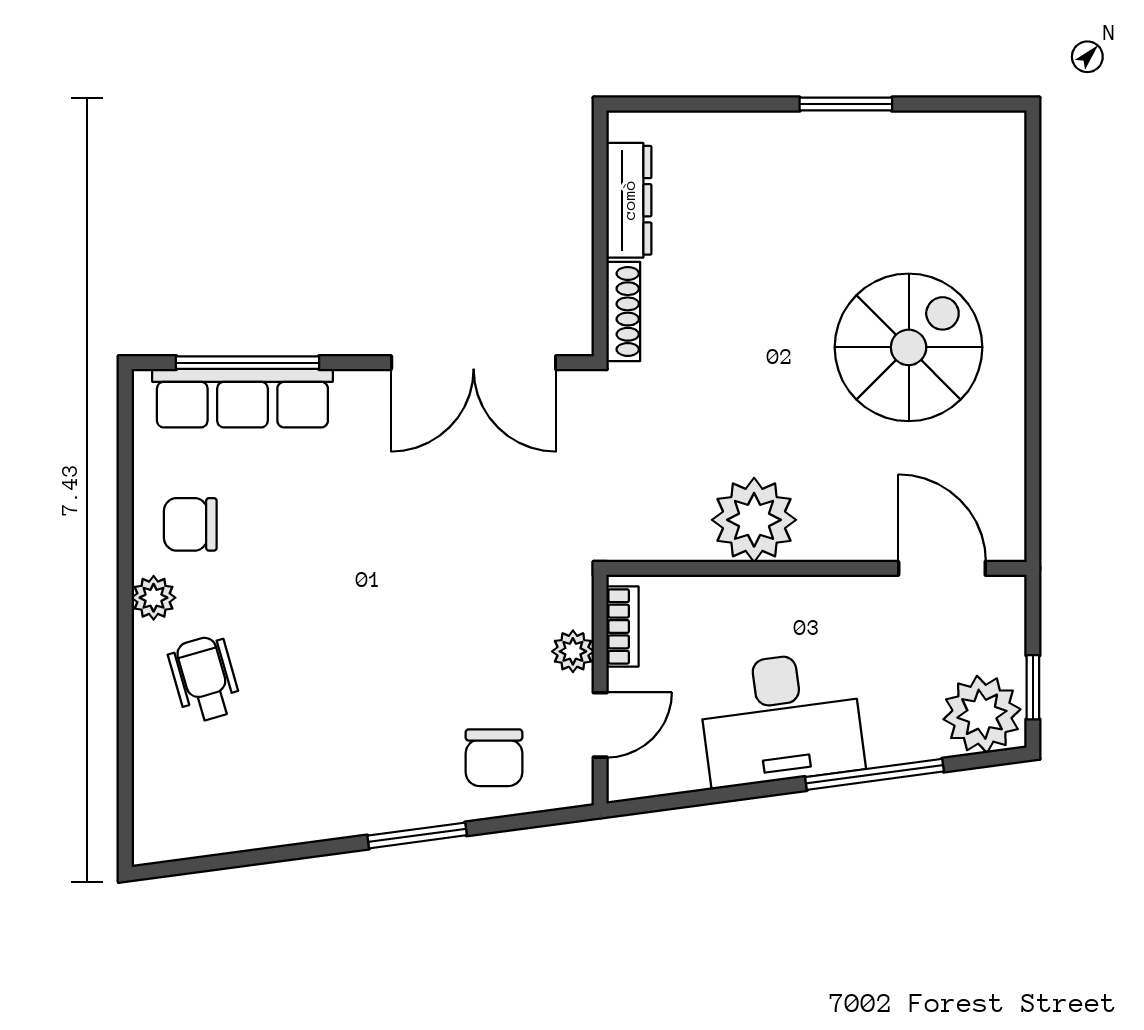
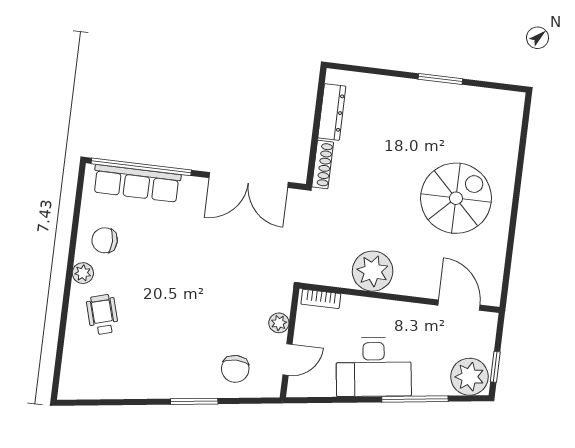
window: (248, 363) -> (141, 167), width x1.46
bookcase: (623, 626) -> (321, 299), moved, turned 90

